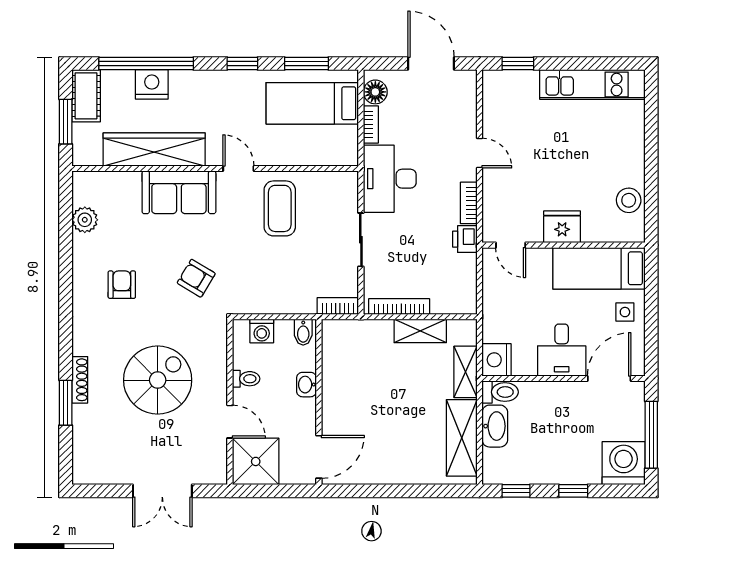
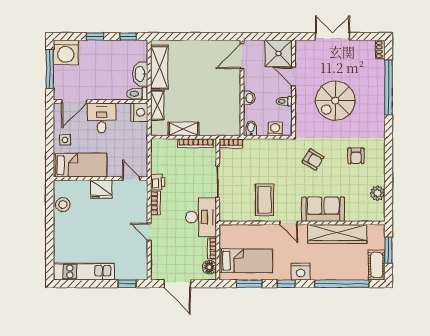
nightstand: (152, 84) -> (301, 272), moved
shoe rack: (80, 380) -> (380, 49), moved, width x0.70
window: (66, 403) -> (388, 87), width x2.11

